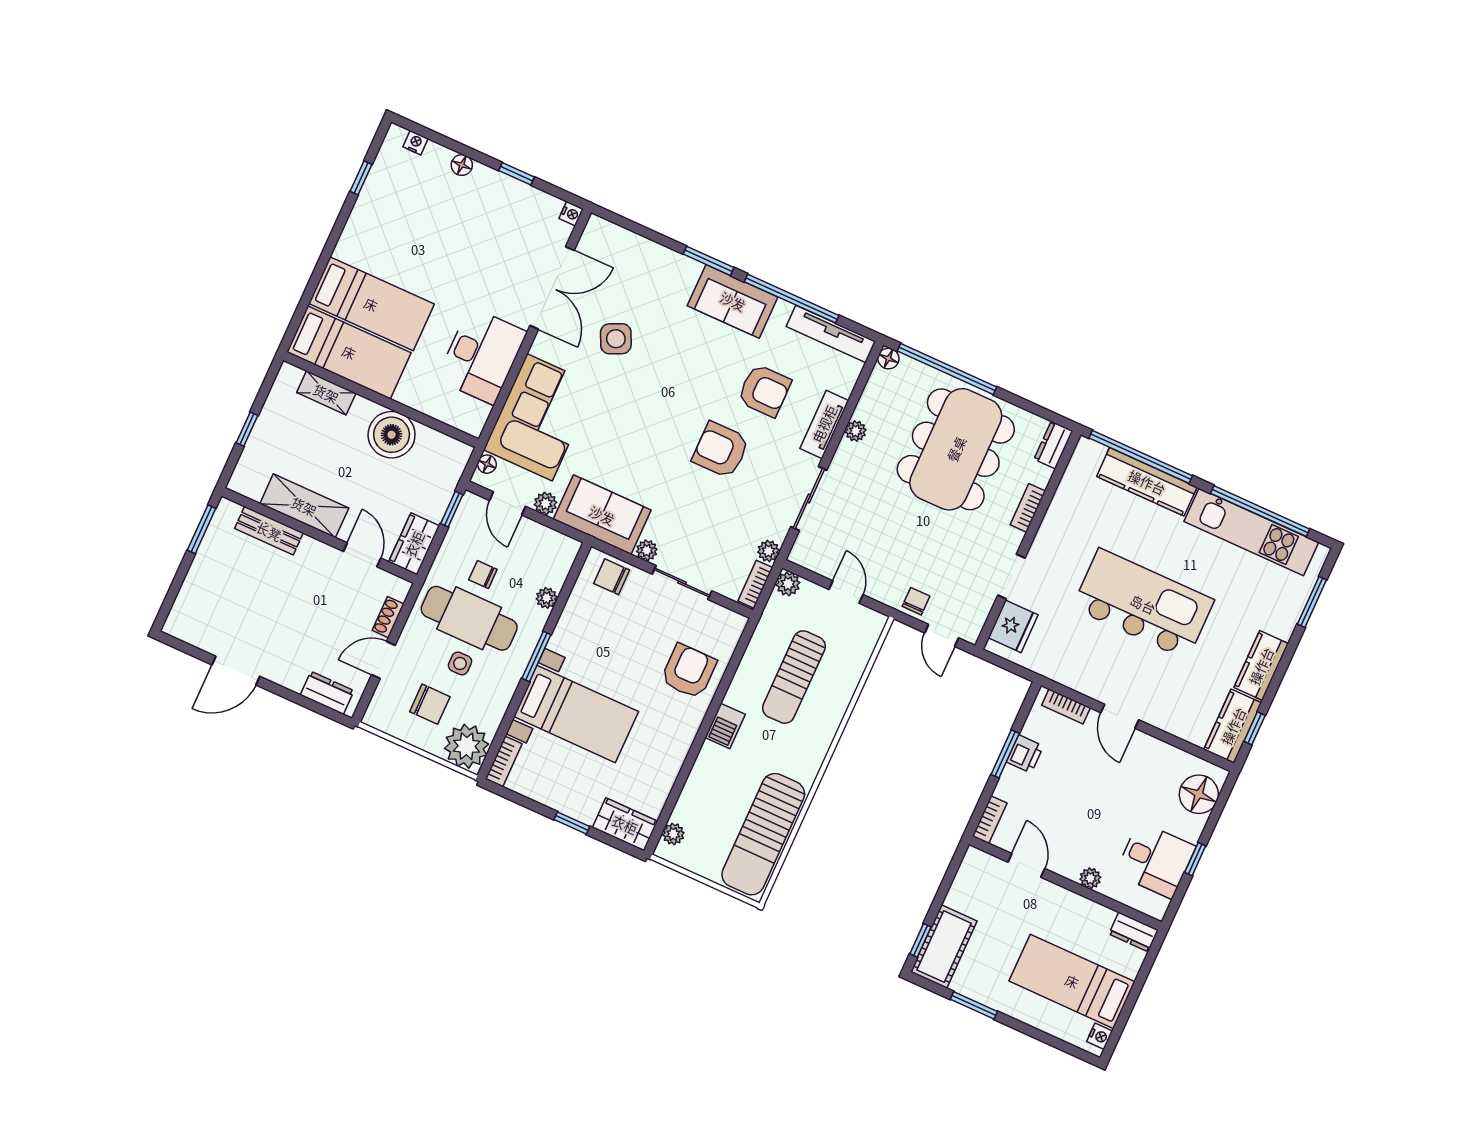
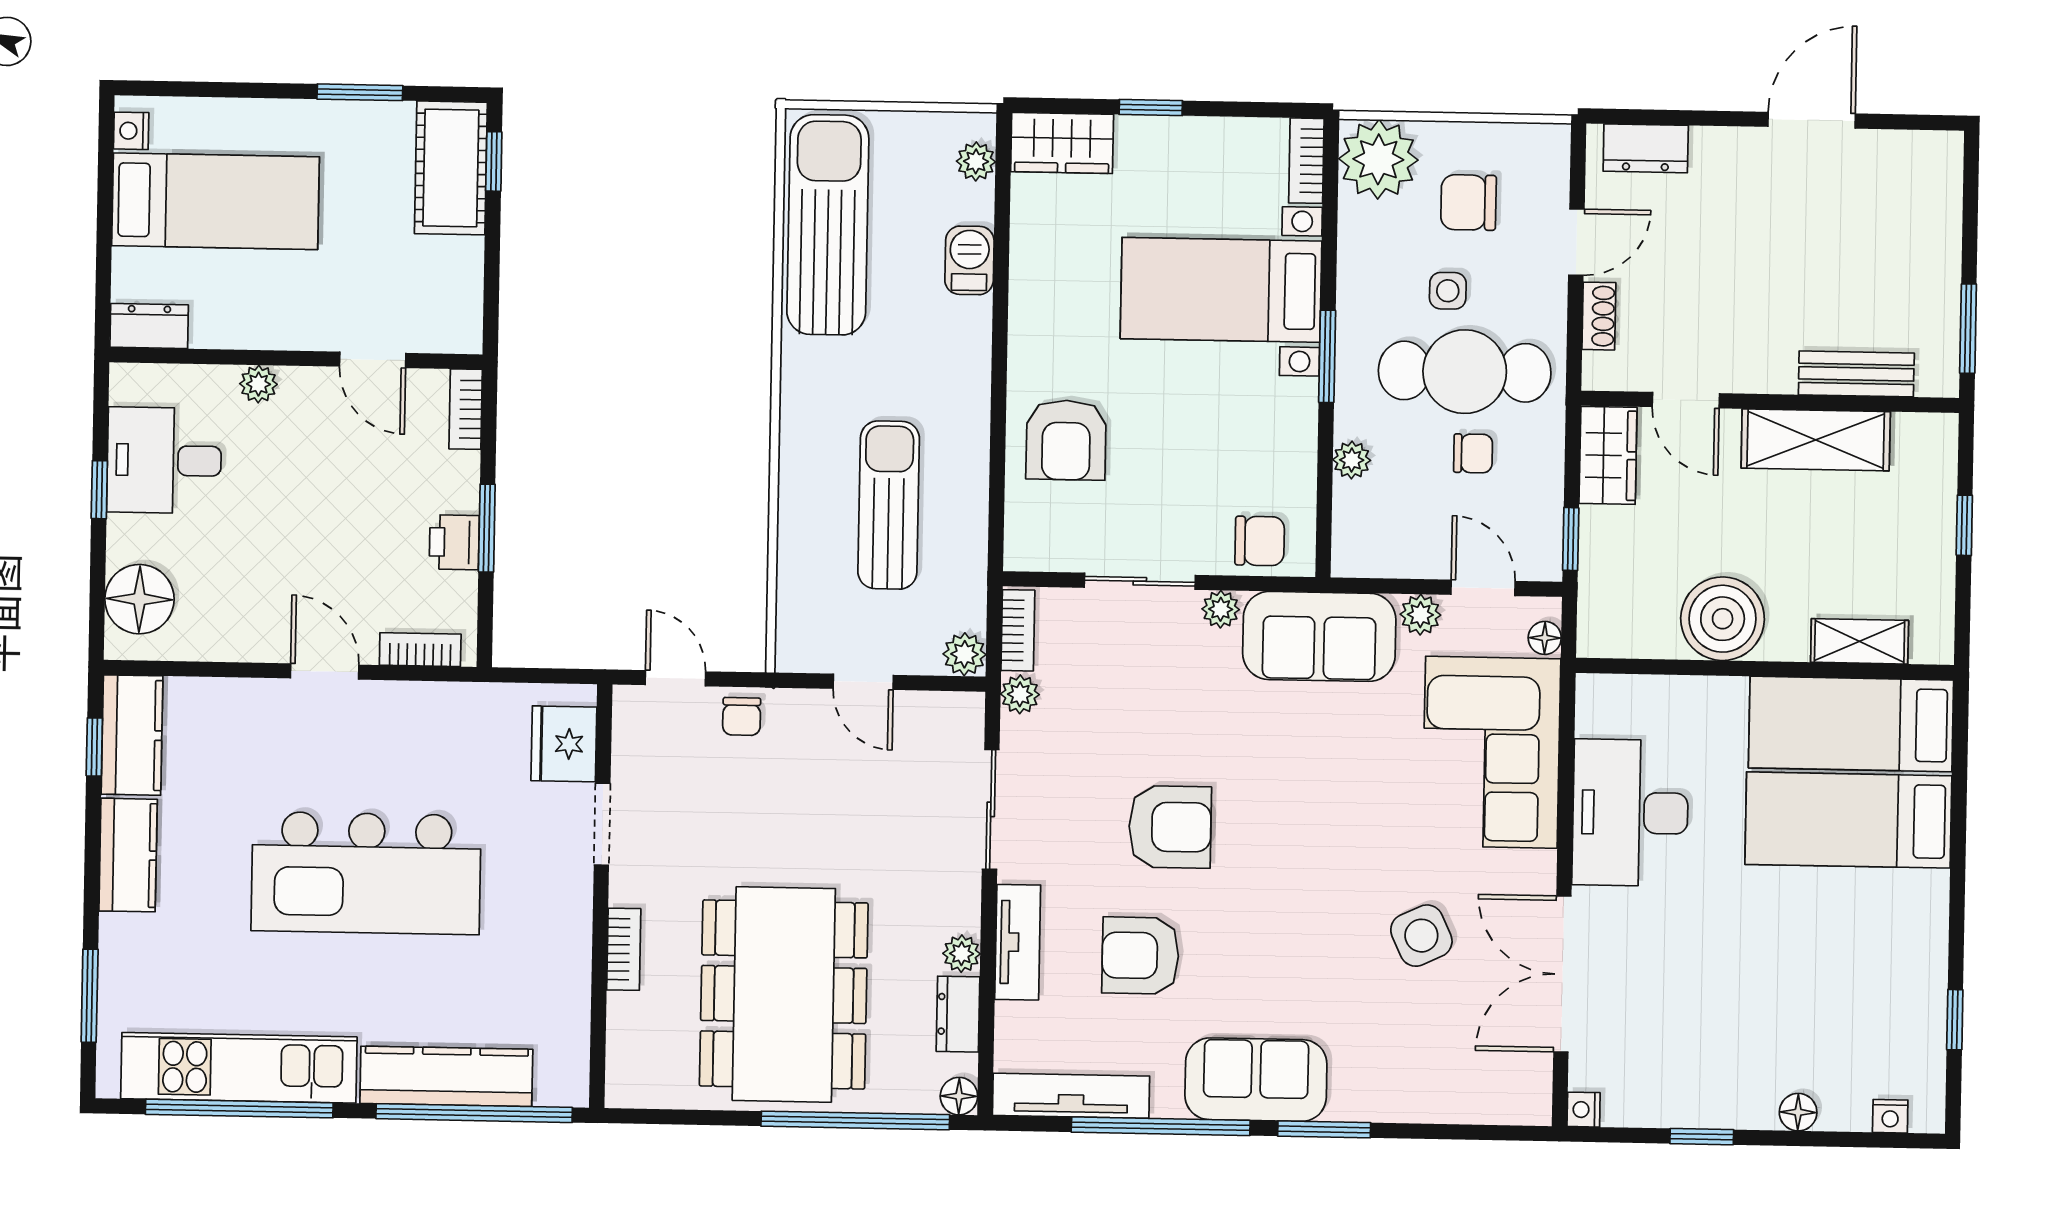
dresser: (1053, 445) -> (958, 1014), moved, turned 180
barbecue: (725, 726) -> (969, 260), moved

